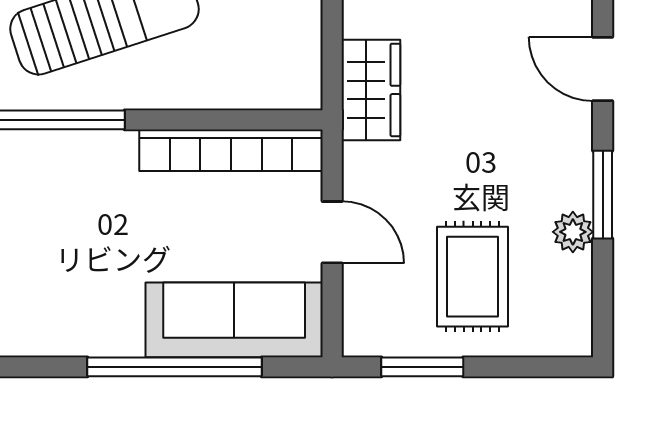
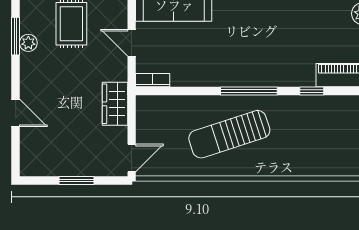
bookcase: (231, 150) -> (153, 80), width x0.43, depth x0.76
window: (603, 195) -> (16, 36), moved

